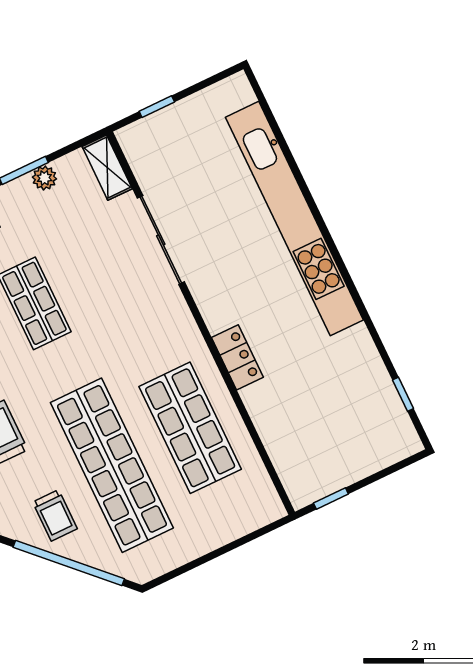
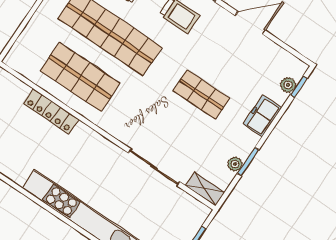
locker: (237, 357) -> (51, 111), moved, width x1.53

